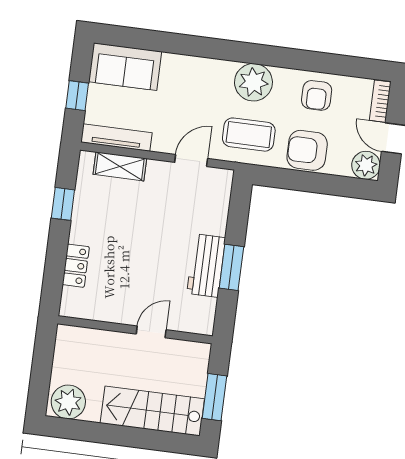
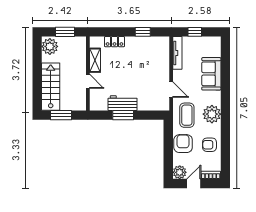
sofa: (125, 67) -> (211, 74), moved
shelving: (120, 166) -> (95, 60), moved
window: (42, 366) -> (65, 32), added

